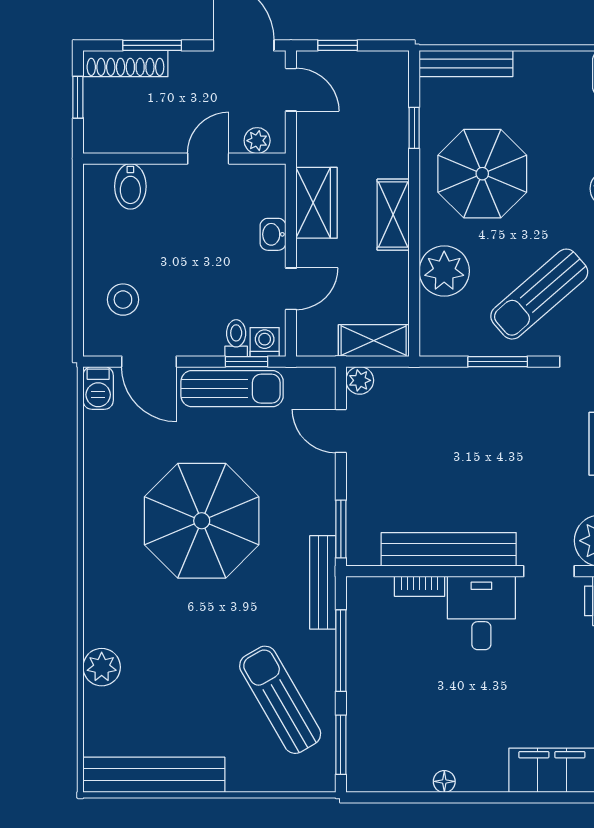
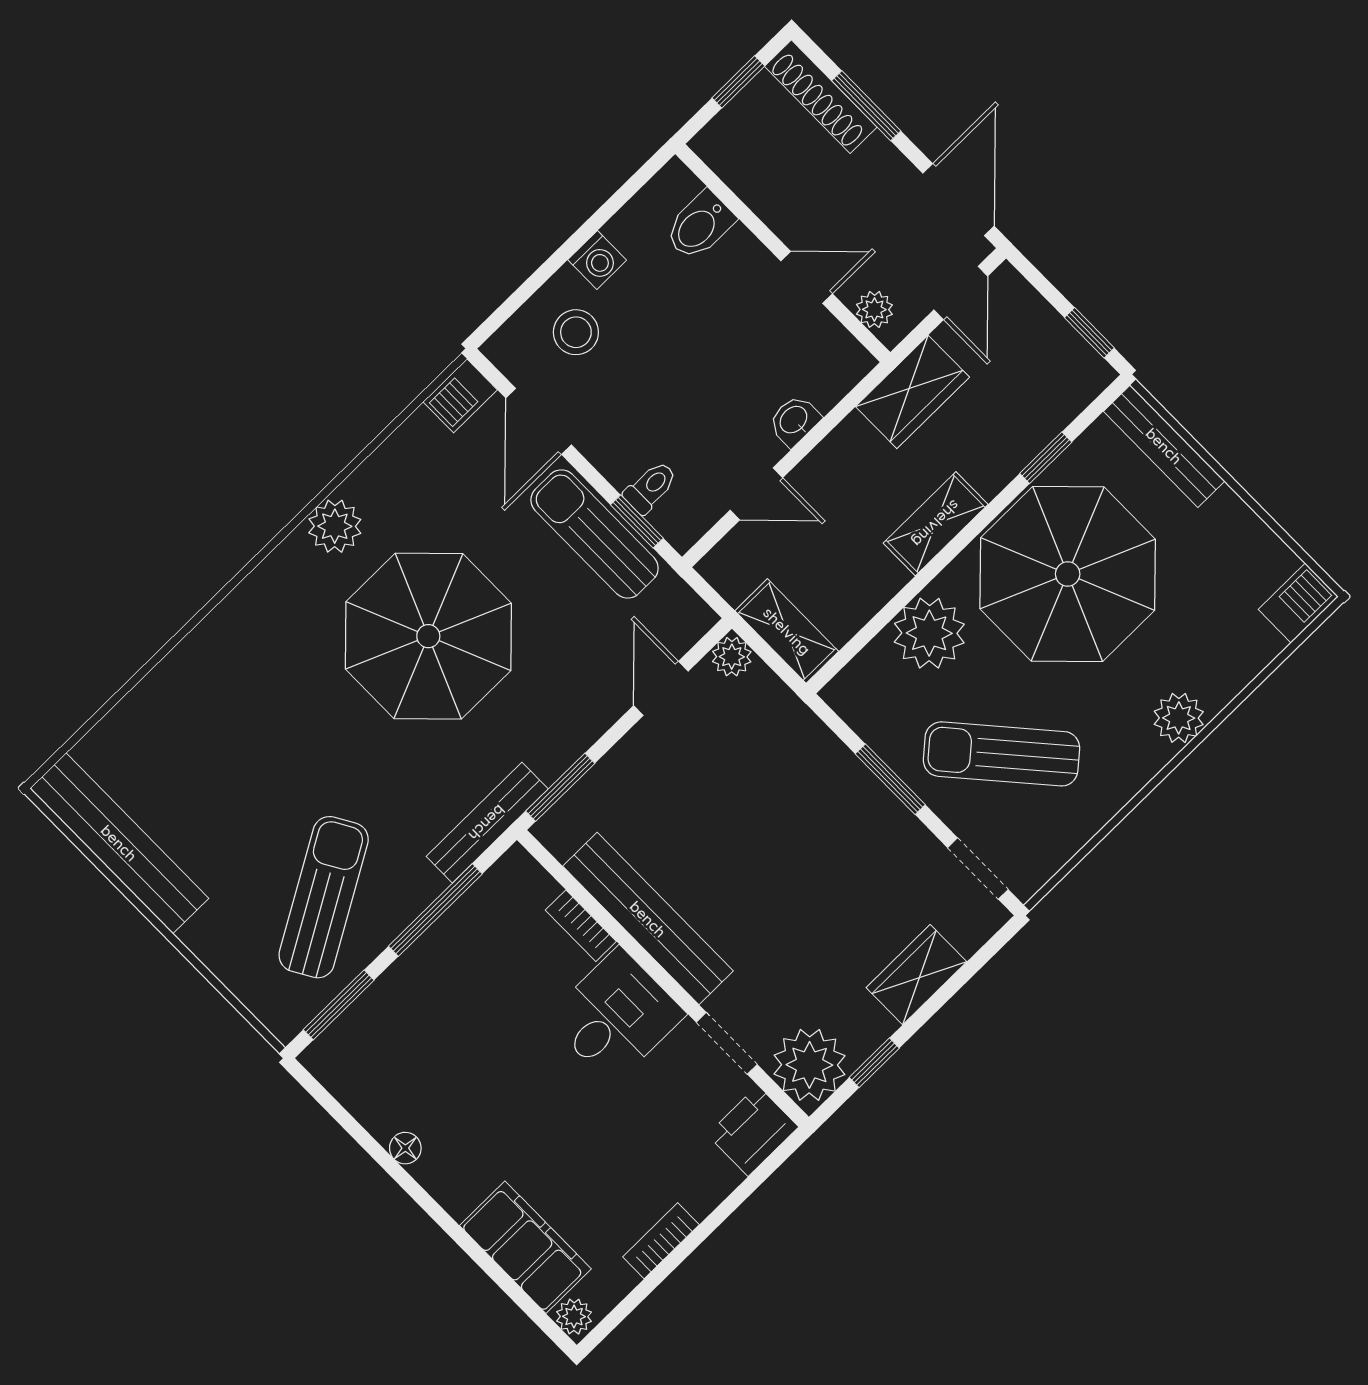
window: (338, 45) -> (1089, 333), moved
parasol: (482, 174) -> (1068, 574), width x1.36, depth x1.36
wardrobe: (316, 203) -> (912, 392), moved
washing machine: (265, 342) -> (597, 260), moved, turned 90
sun lounger: (232, 389) -> (595, 534), turned 180
plant: (102, 667) -> (335, 526), moved

